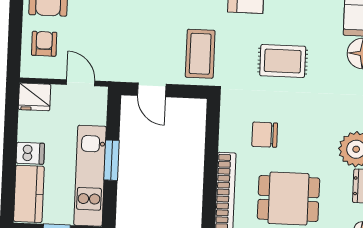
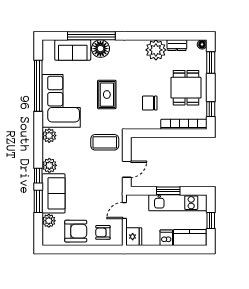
chair: (265, 135) -> (150, 103), turned 90

